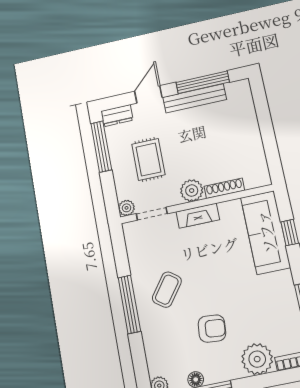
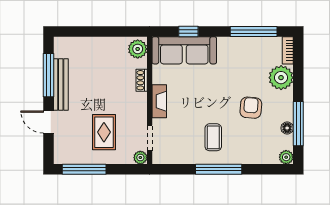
dresser: (117, 116) -> (61, 151), removed
rug: (148, 159) -> (104, 132), turned 90
shoe rack: (224, 188) -> (142, 80), width x0.70
plant: (192, 191) -> (138, 49), moved
coffee table: (167, 290) -> (213, 137), turned 54

